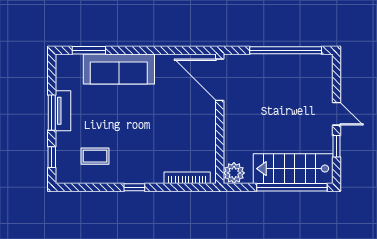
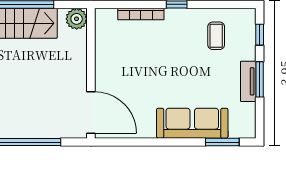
coffee table: (95, 156) -> (216, 36), turned 90
bookcase: (187, 178) -> (141, 14), moved

